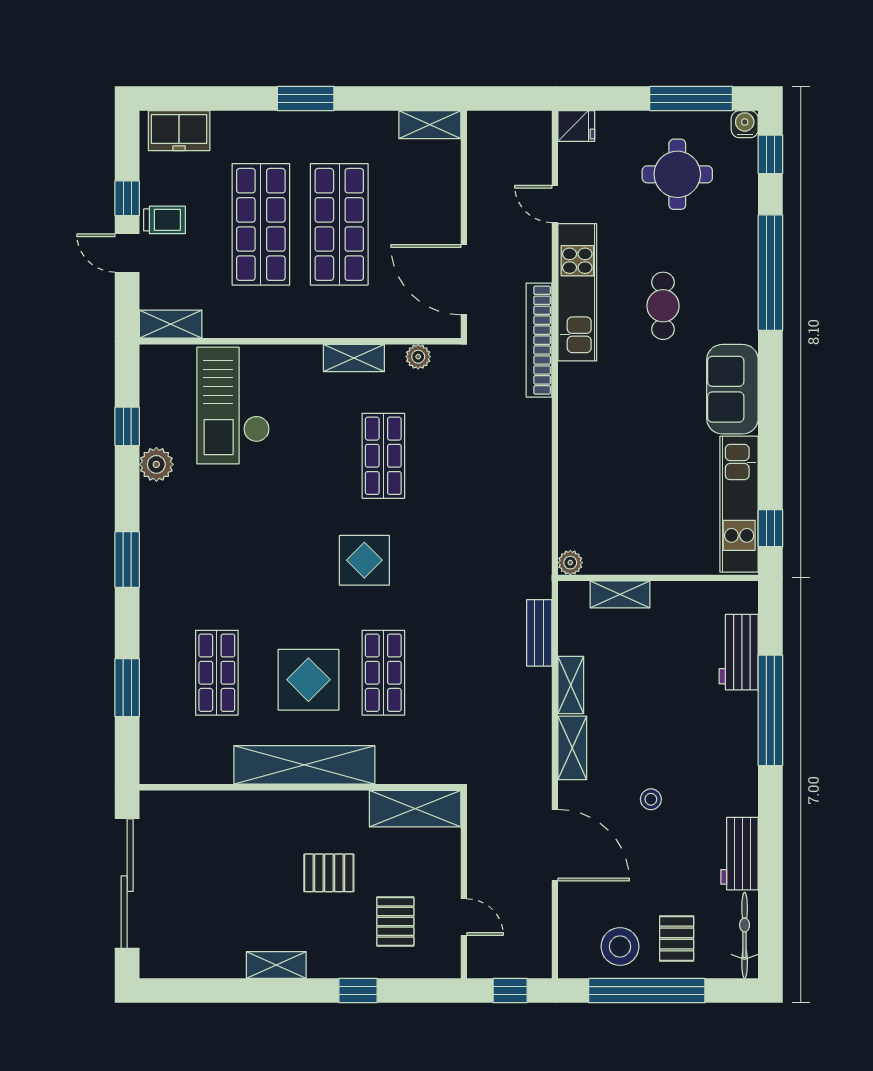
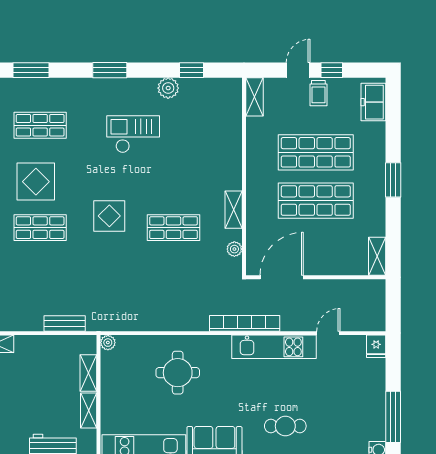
round table: (677, 174) -> (178, 373), moved
cafe table: (663, 306) -> (285, 426), moved
checkout: (233, 406) -> (133, 134), moved, width x0.73, depth x0.83
shelving: (571, 685) -> (89, 410), moved, turned 90

